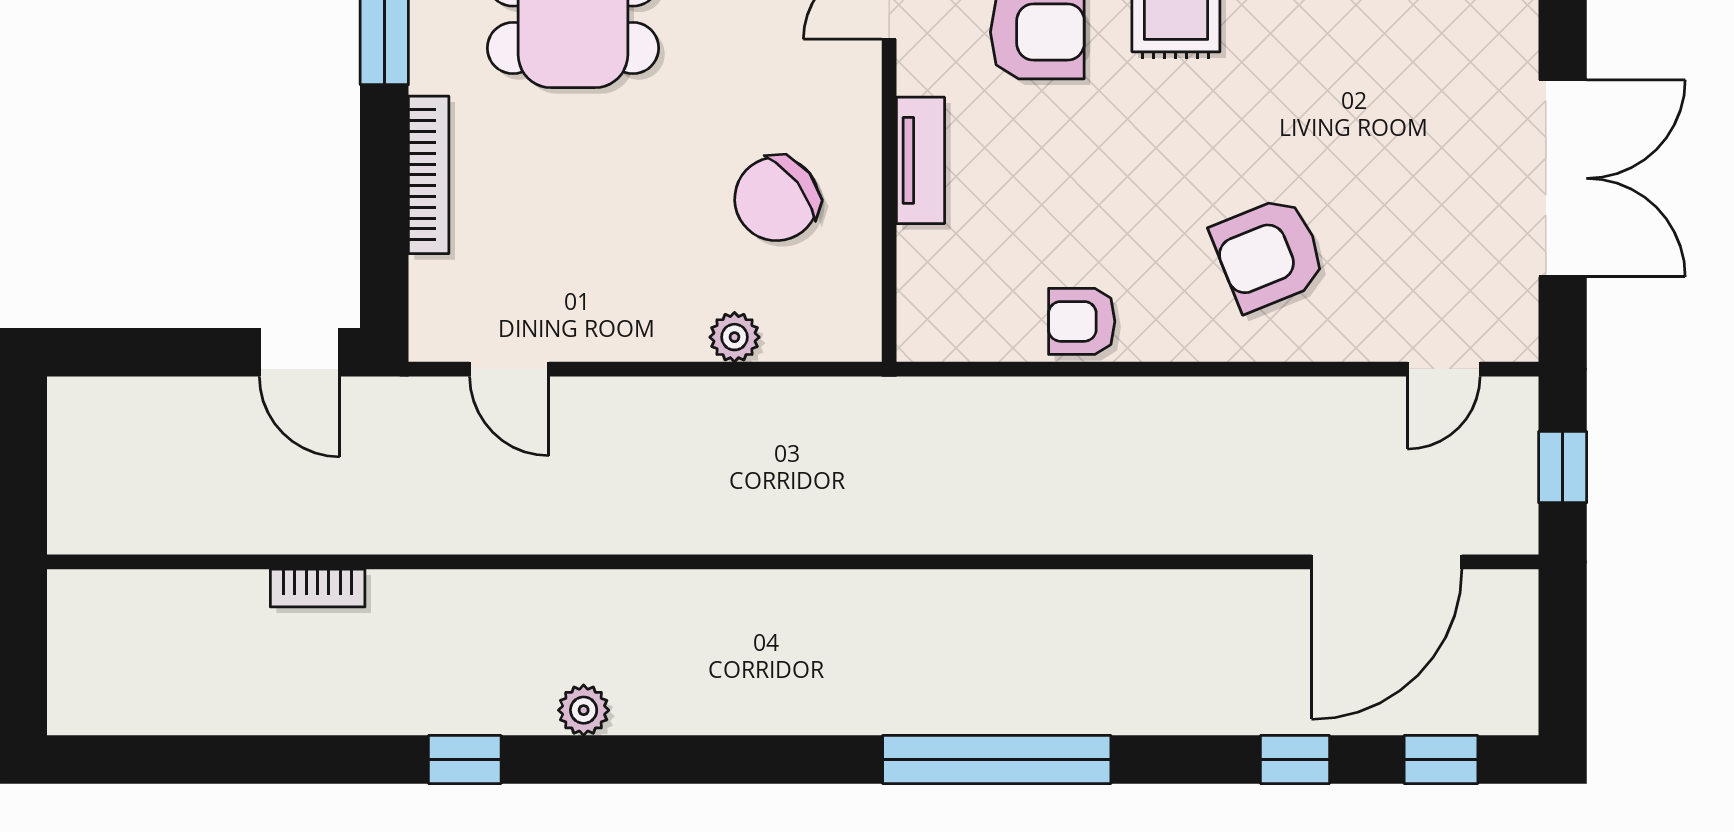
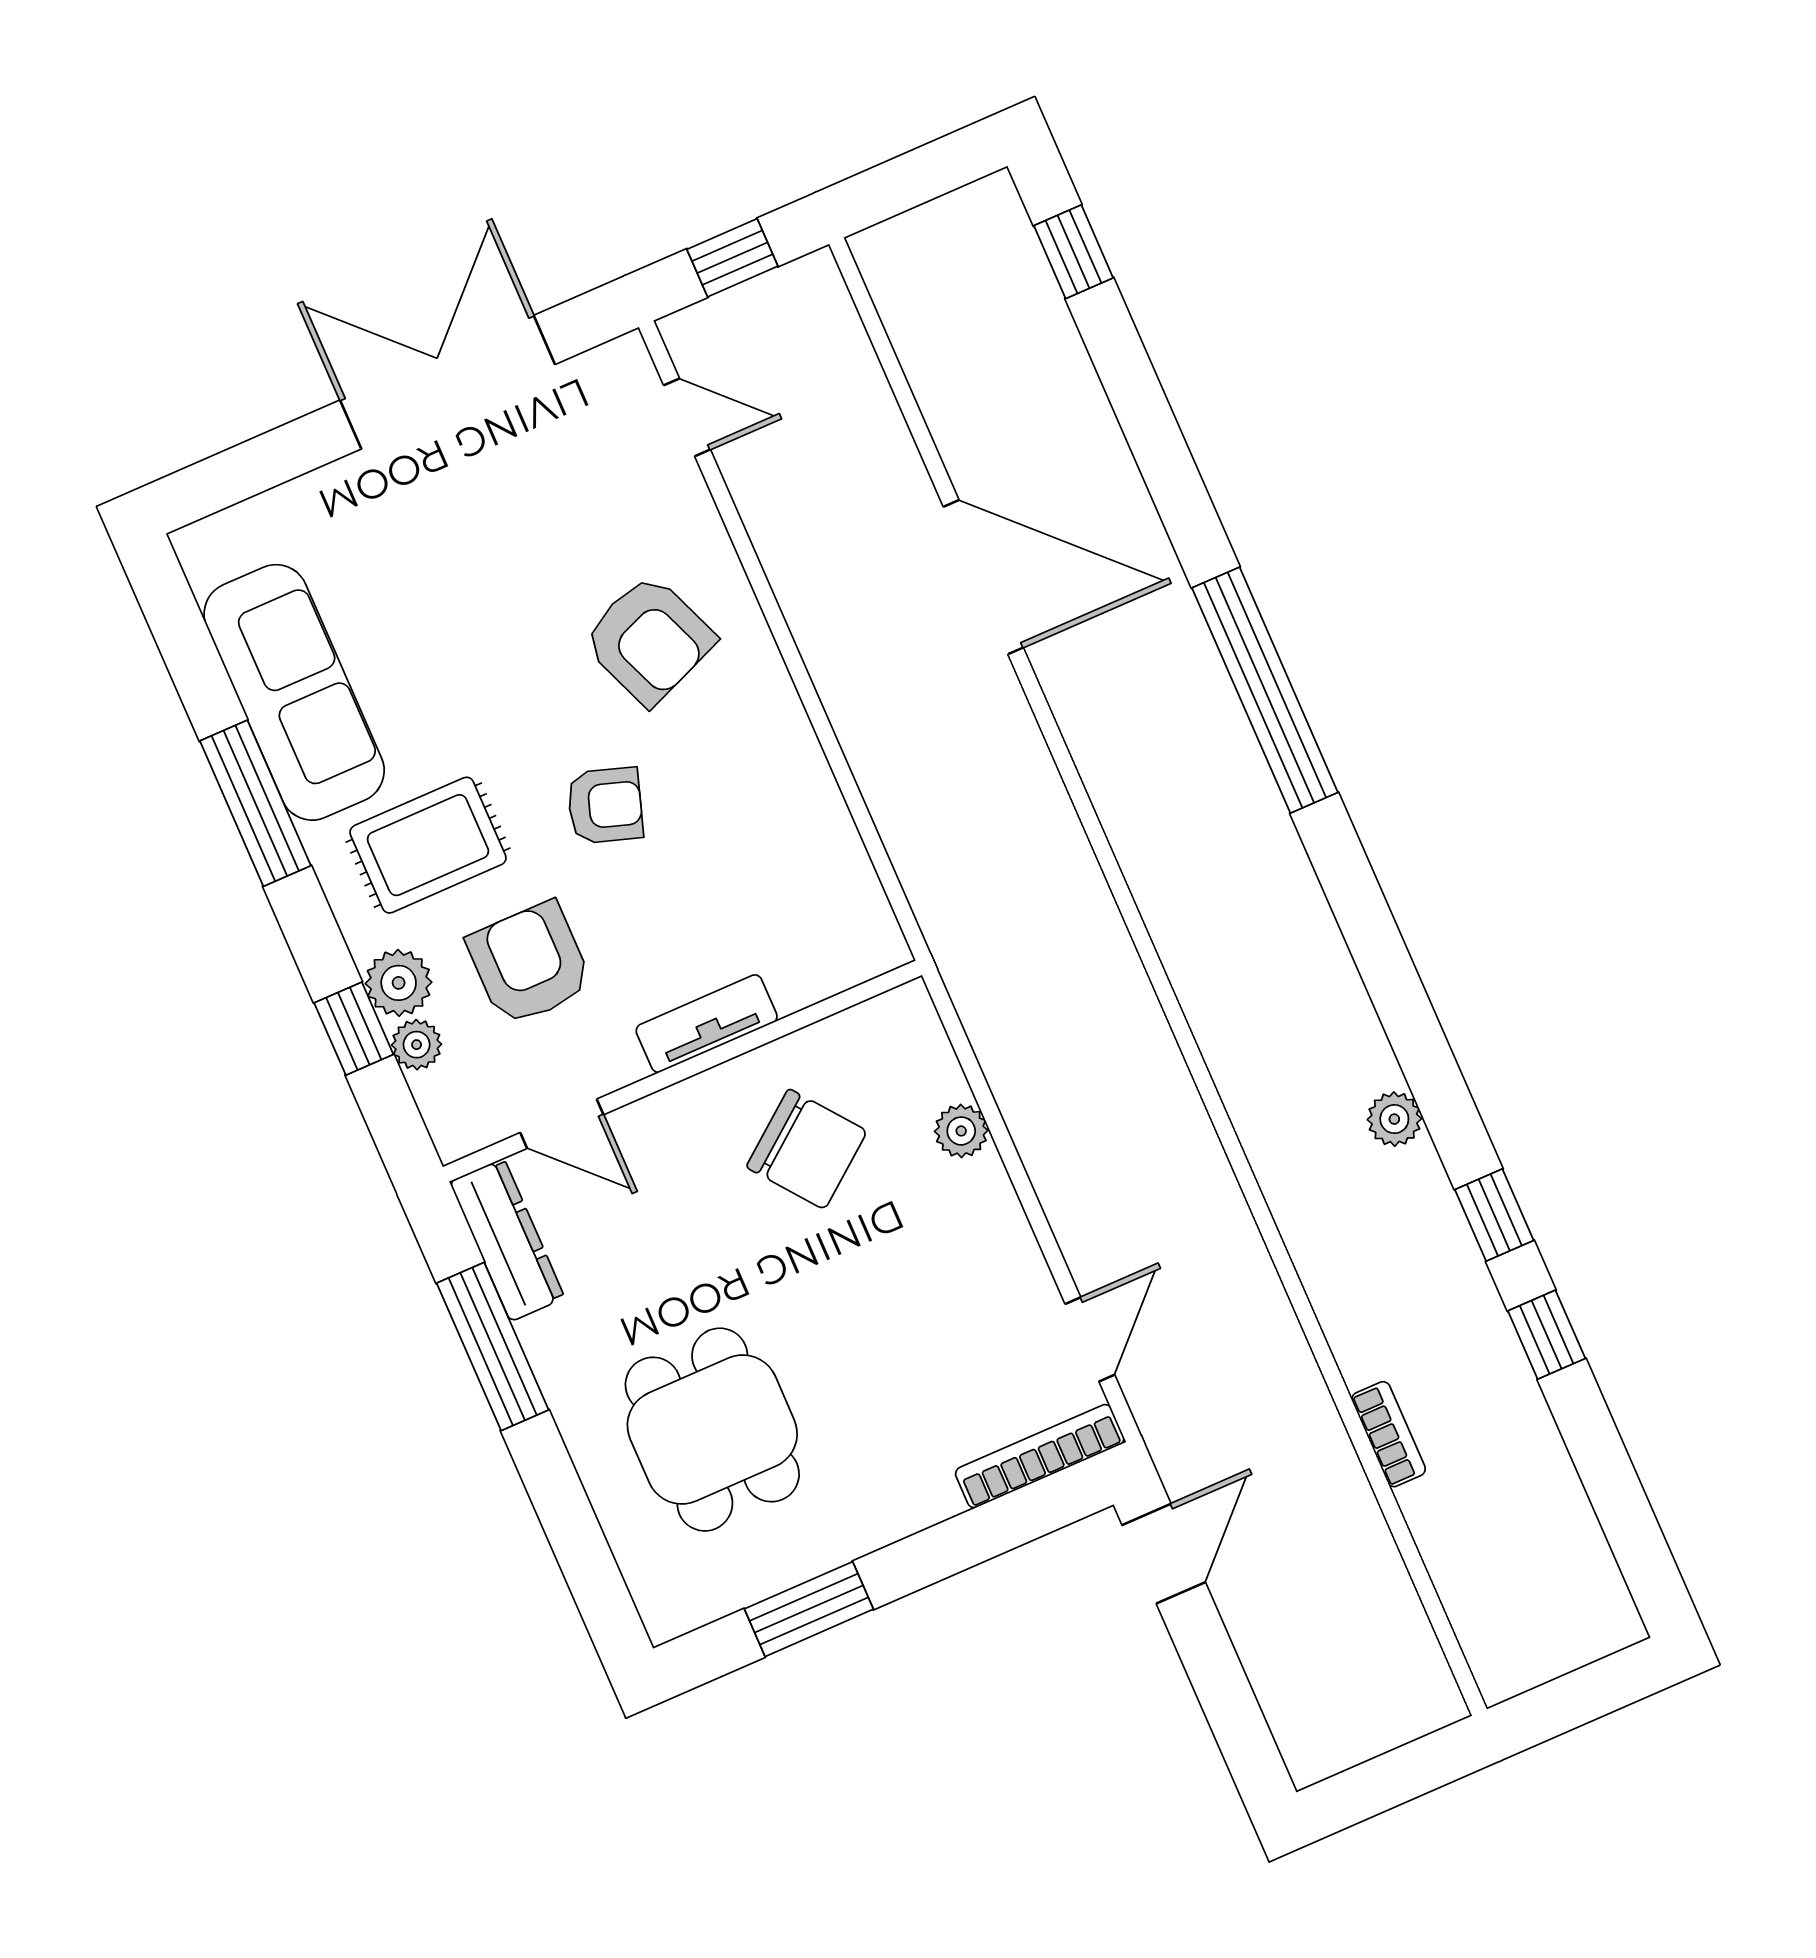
bookcase: (429, 175) -> (1040, 1456), moved
armchair: (1082, 321) -> (605, 805), moved, turned -72
door: (1387, 562) -> (983, 577), moved
window: (1295, 760) -> (1547, 1335), moved

